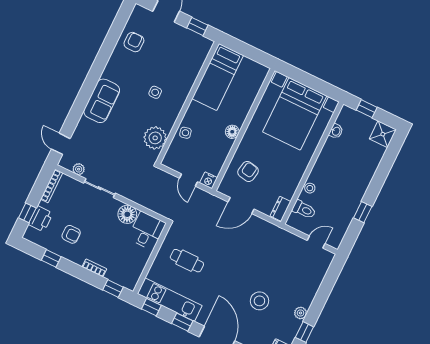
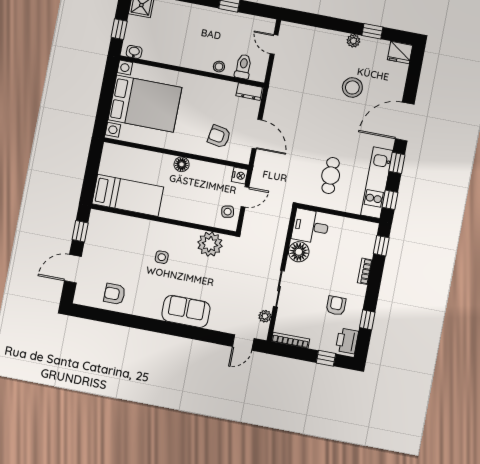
washbasin: (336, 131) -> (134, 52), moved
side table: (185, 133) -> (228, 212), moved
printer: (41, 219) -> (347, 341), moved, turned -90

